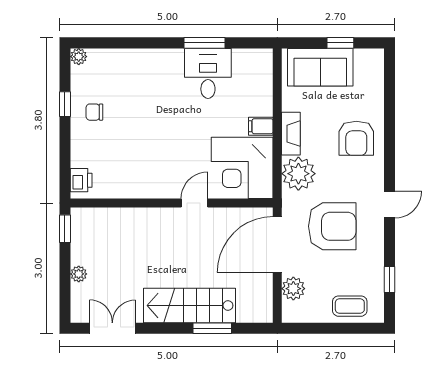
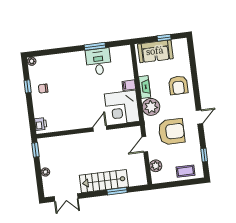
door: (277, 244) -> (145, 144), width x0.53
double door: (112, 328) -> (66, 198), swing flipped

